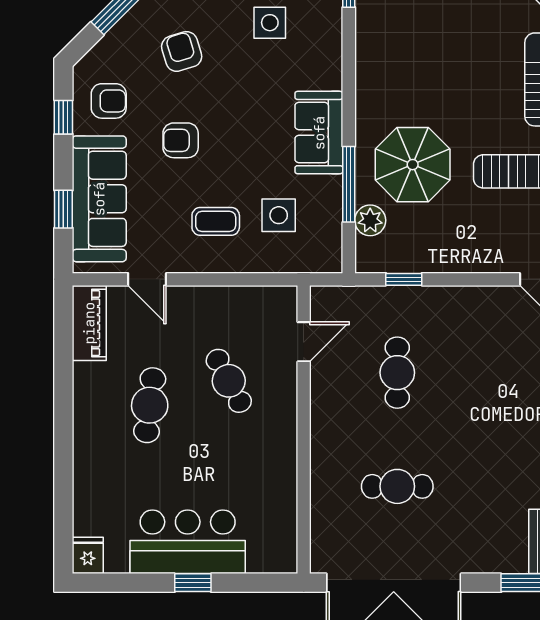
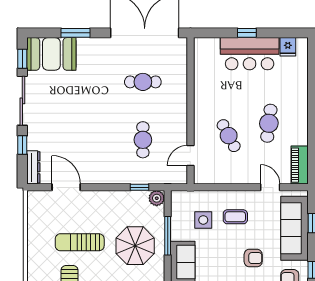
plant: (370, 220) -> (157, 198), moved
fridge: (88, 555) -> (288, 47), moved

